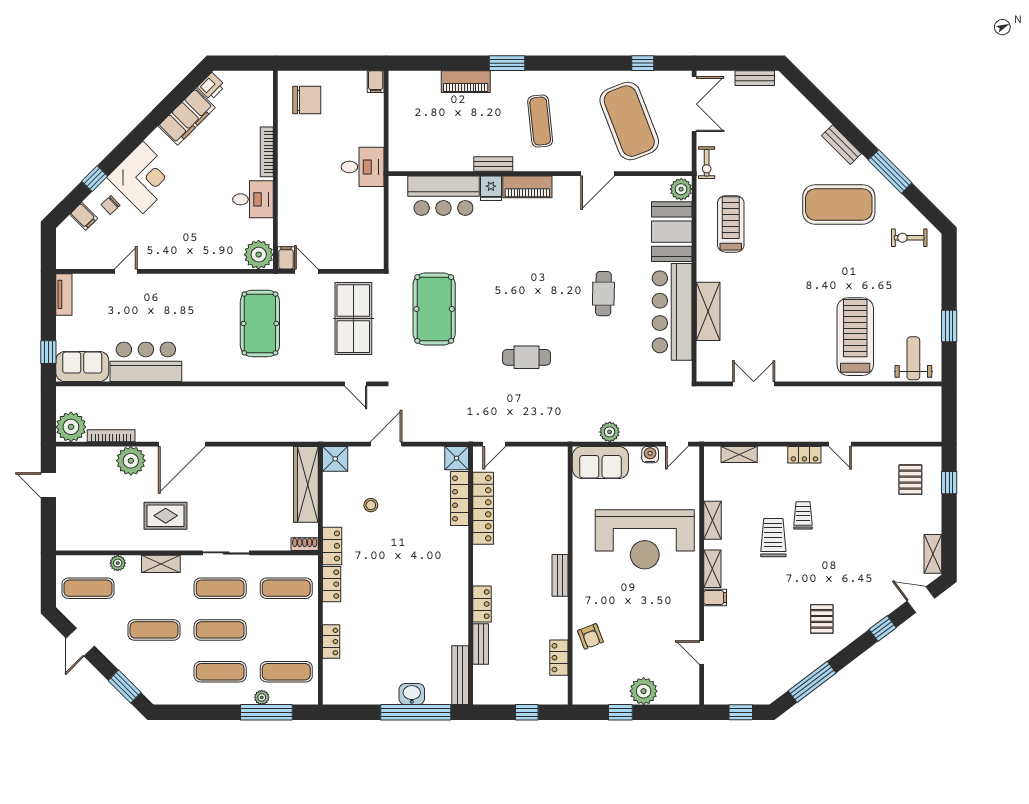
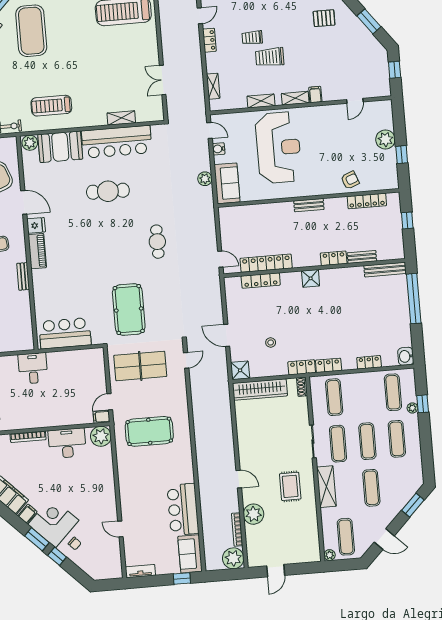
window: (121, 152) -> (37, 539), added
fridge: (491, 188) -> (36, 225), moved
bar counter: (443, 196) -> (65, 333), moved, turned -90
desk: (253, 199) -> (67, 443), width x1.37
filing cabinet: (84, 216) -> (27, 514), moved
cafe table: (603, 294) -> (108, 191), width x1.37, depth x1.35
pool table: (434, 309) -> (129, 309), turned 90
shelving: (708, 311) -> (121, 118), width x0.67, depth x0.75
door: (182, 444) -> (239, 479), width x0.53
shower: (457, 458) -> (311, 278), moved
plant: (118, 563) -> (330, 555), moved
shelving: (161, 564) -> (326, 487), width x1.50, depth x1.33
locker: (559, 658) -> (367, 201), width x1.53
window: (812, 682) -> (369, 21), width x0.69
washbasin: (412, 694) -> (406, 356), moved
window: (266, 712) -> (423, 404), width x0.46

